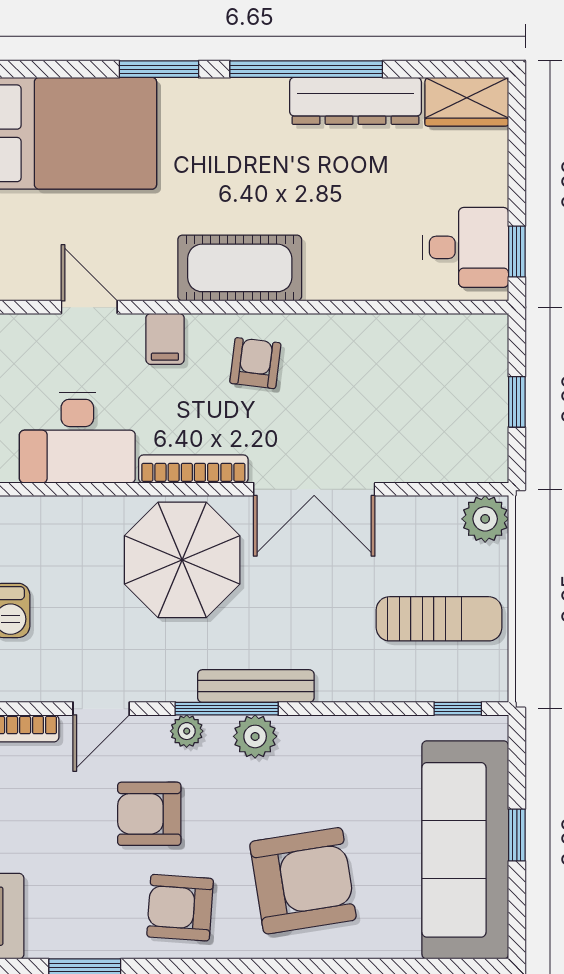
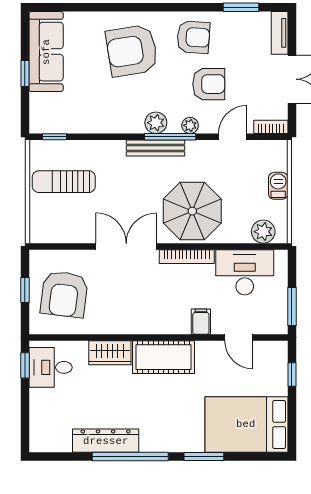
wardrobe: (467, 102) -> (110, 353), moved, turned 180
armchair: (255, 363) -> (64, 294), moved, width x1.88, depth x1.88
plant: (485, 519) -> (263, 232), moved
sofa: (465, 850) -> (46, 52), width x0.74, depth x0.79

